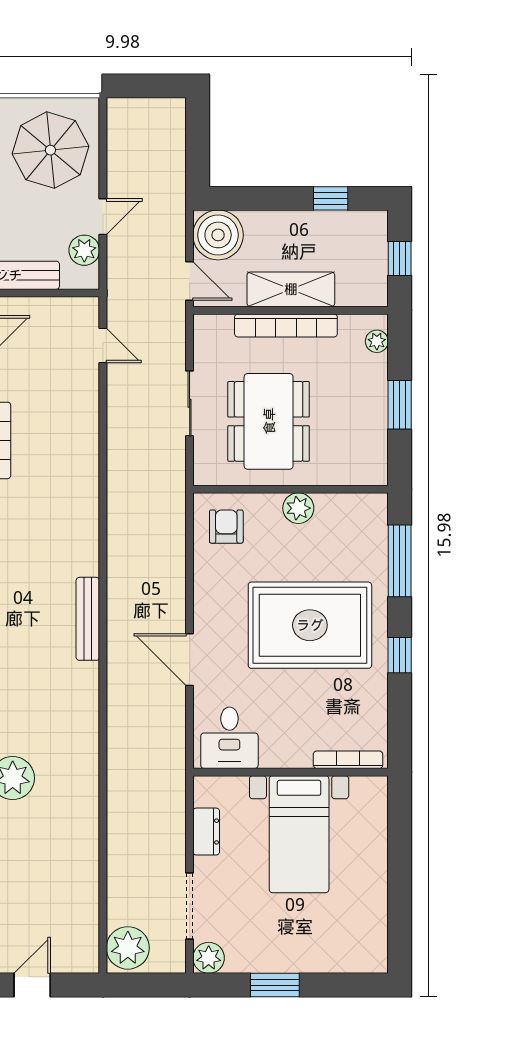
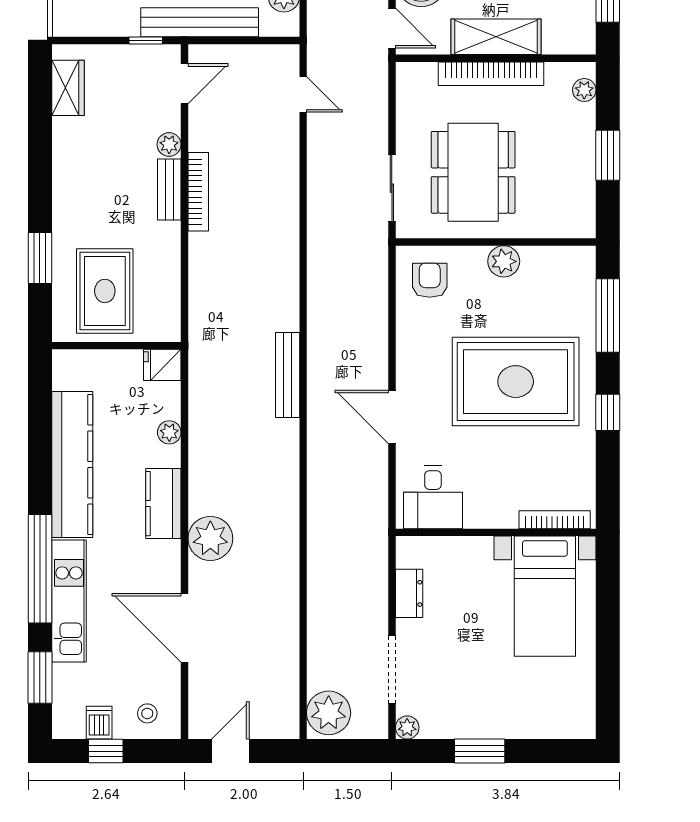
sliding door: (190, 403) -> (392, 188), moved
bed with nightstands: (299, 834) -> (545, 596), moved
plant: (209, 958) -> (407, 727), width x0.73, depth x0.73

